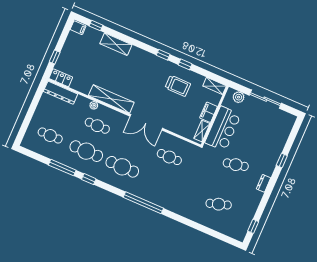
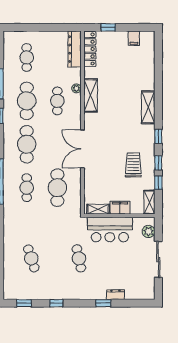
window: (96, 26) -> (158, 183), moved
filing cabinet: (78, 28) -> (134, 38), moved
shelving: (116, 44) -> (148, 107), moved
locker: (61, 78) -> (90, 49), width x1.53
trolley: (178, 86) -> (133, 165), turned 180
shelving: (111, 99) -> (91, 95), width x0.68
cafe table: (169, 157) -> (57, 188), width x1.37, depth x1.35
cafe table: (158, 182) -> (27, 188), added
dresser: (264, 183) -> (115, 295), moved
window: (265, 200) -> (56, 303), added

